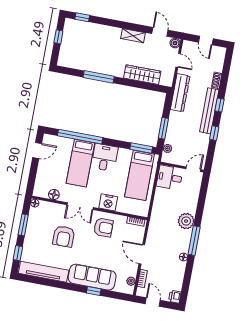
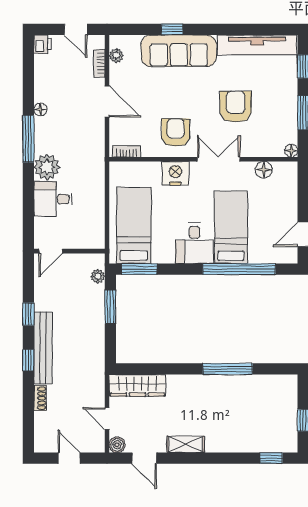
wardrobe: (142, 75) -> (137, 385), moved
dresser: (180, 93) -> (94, 368), removed
desk: (170, 178) -> (53, 199), moved, turned 180
armchair: (103, 227) -> (176, 132), turned 90

